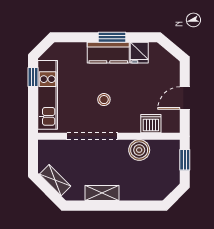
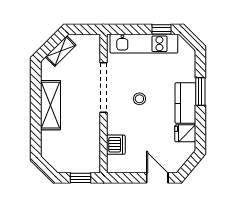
window: (112, 37) -> (200, 91), moved
door: (185, 98) -> (157, 178), moved
boiler: (139, 150) -> (90, 133), removed
shelving: (102, 193) -> (50, 105), width x1.50, depth x1.33

